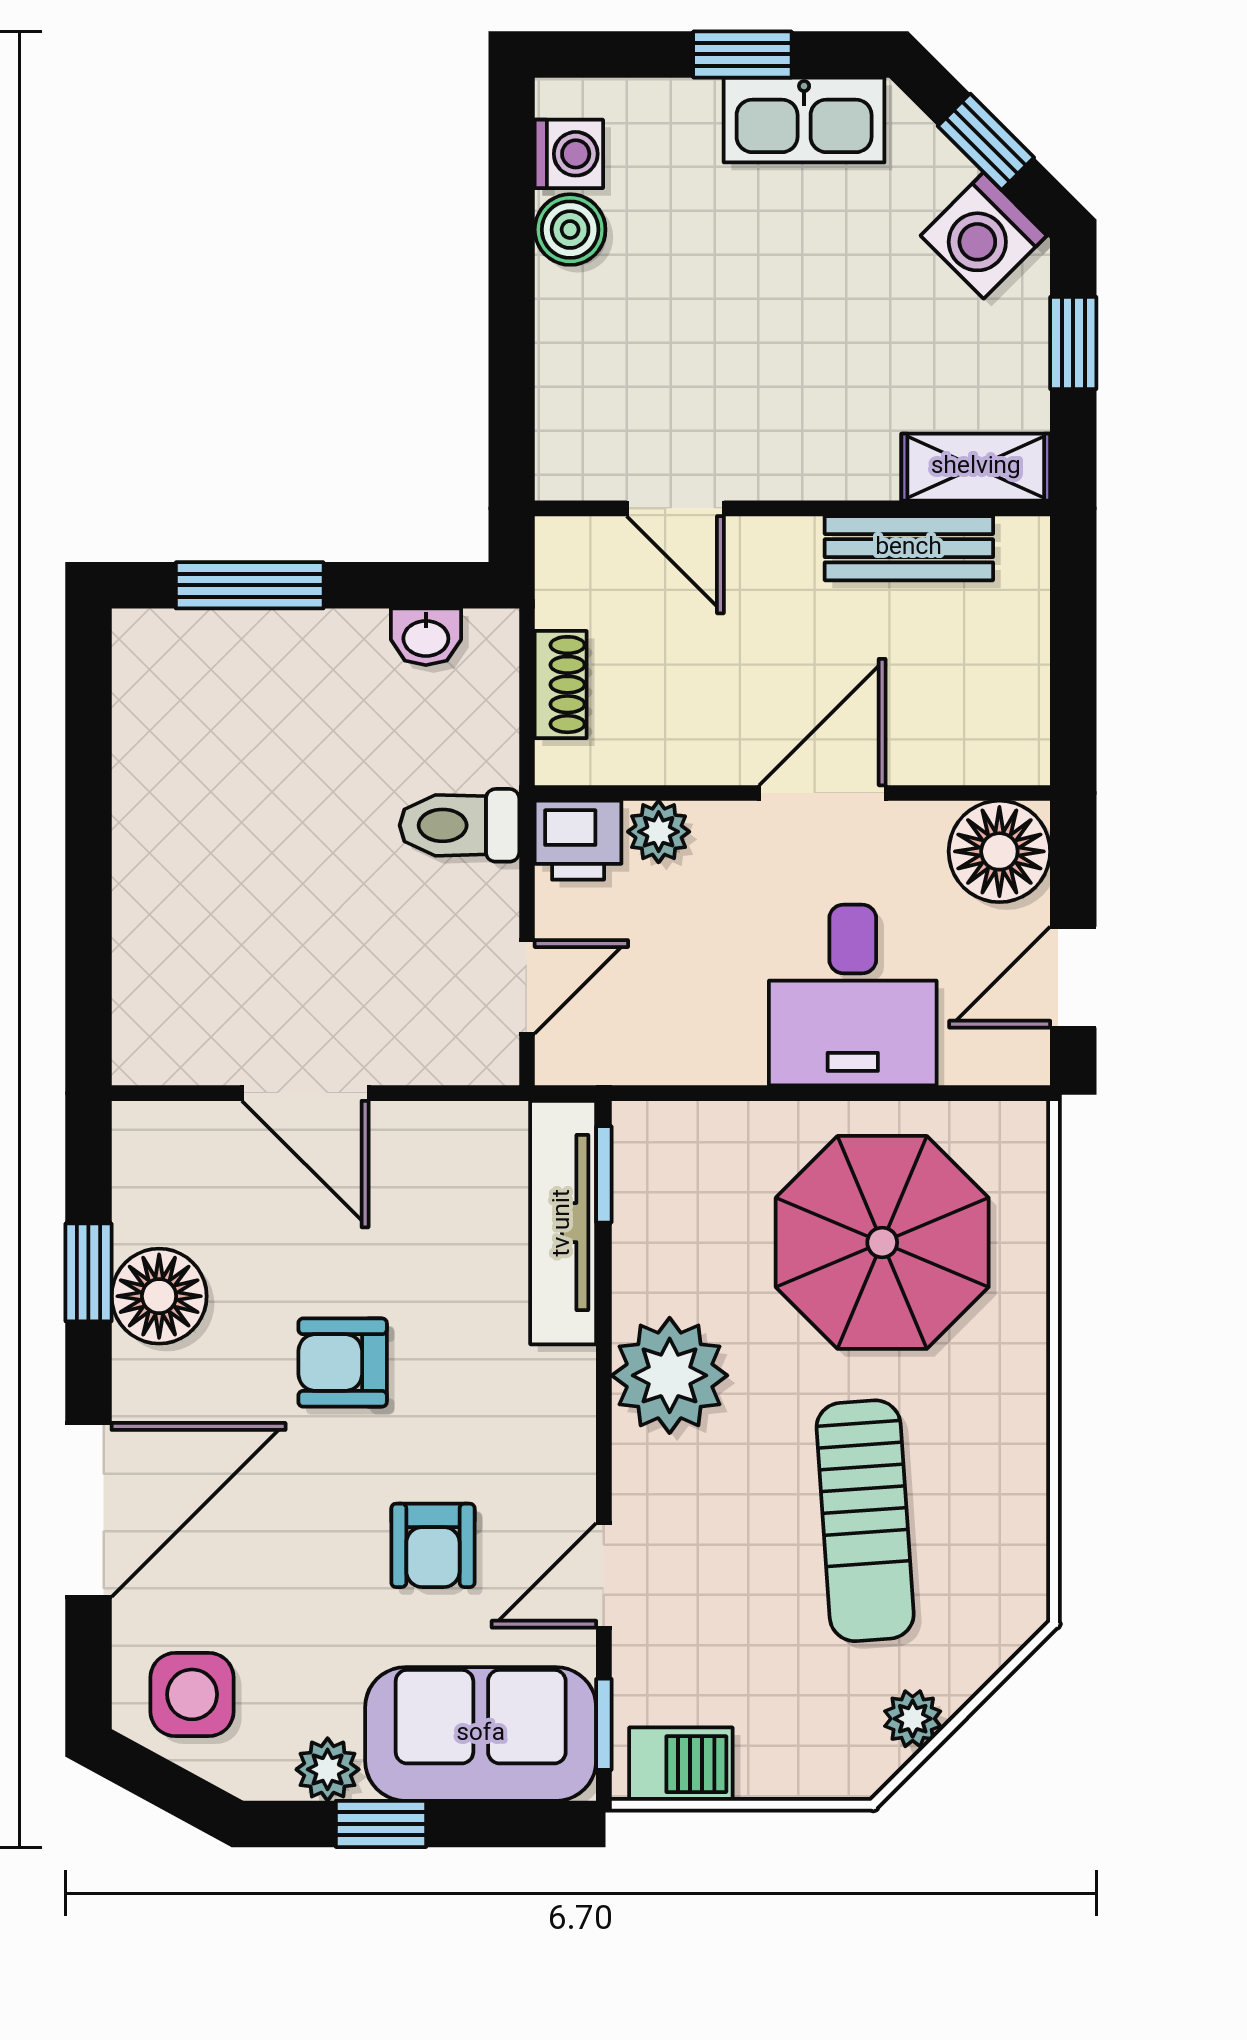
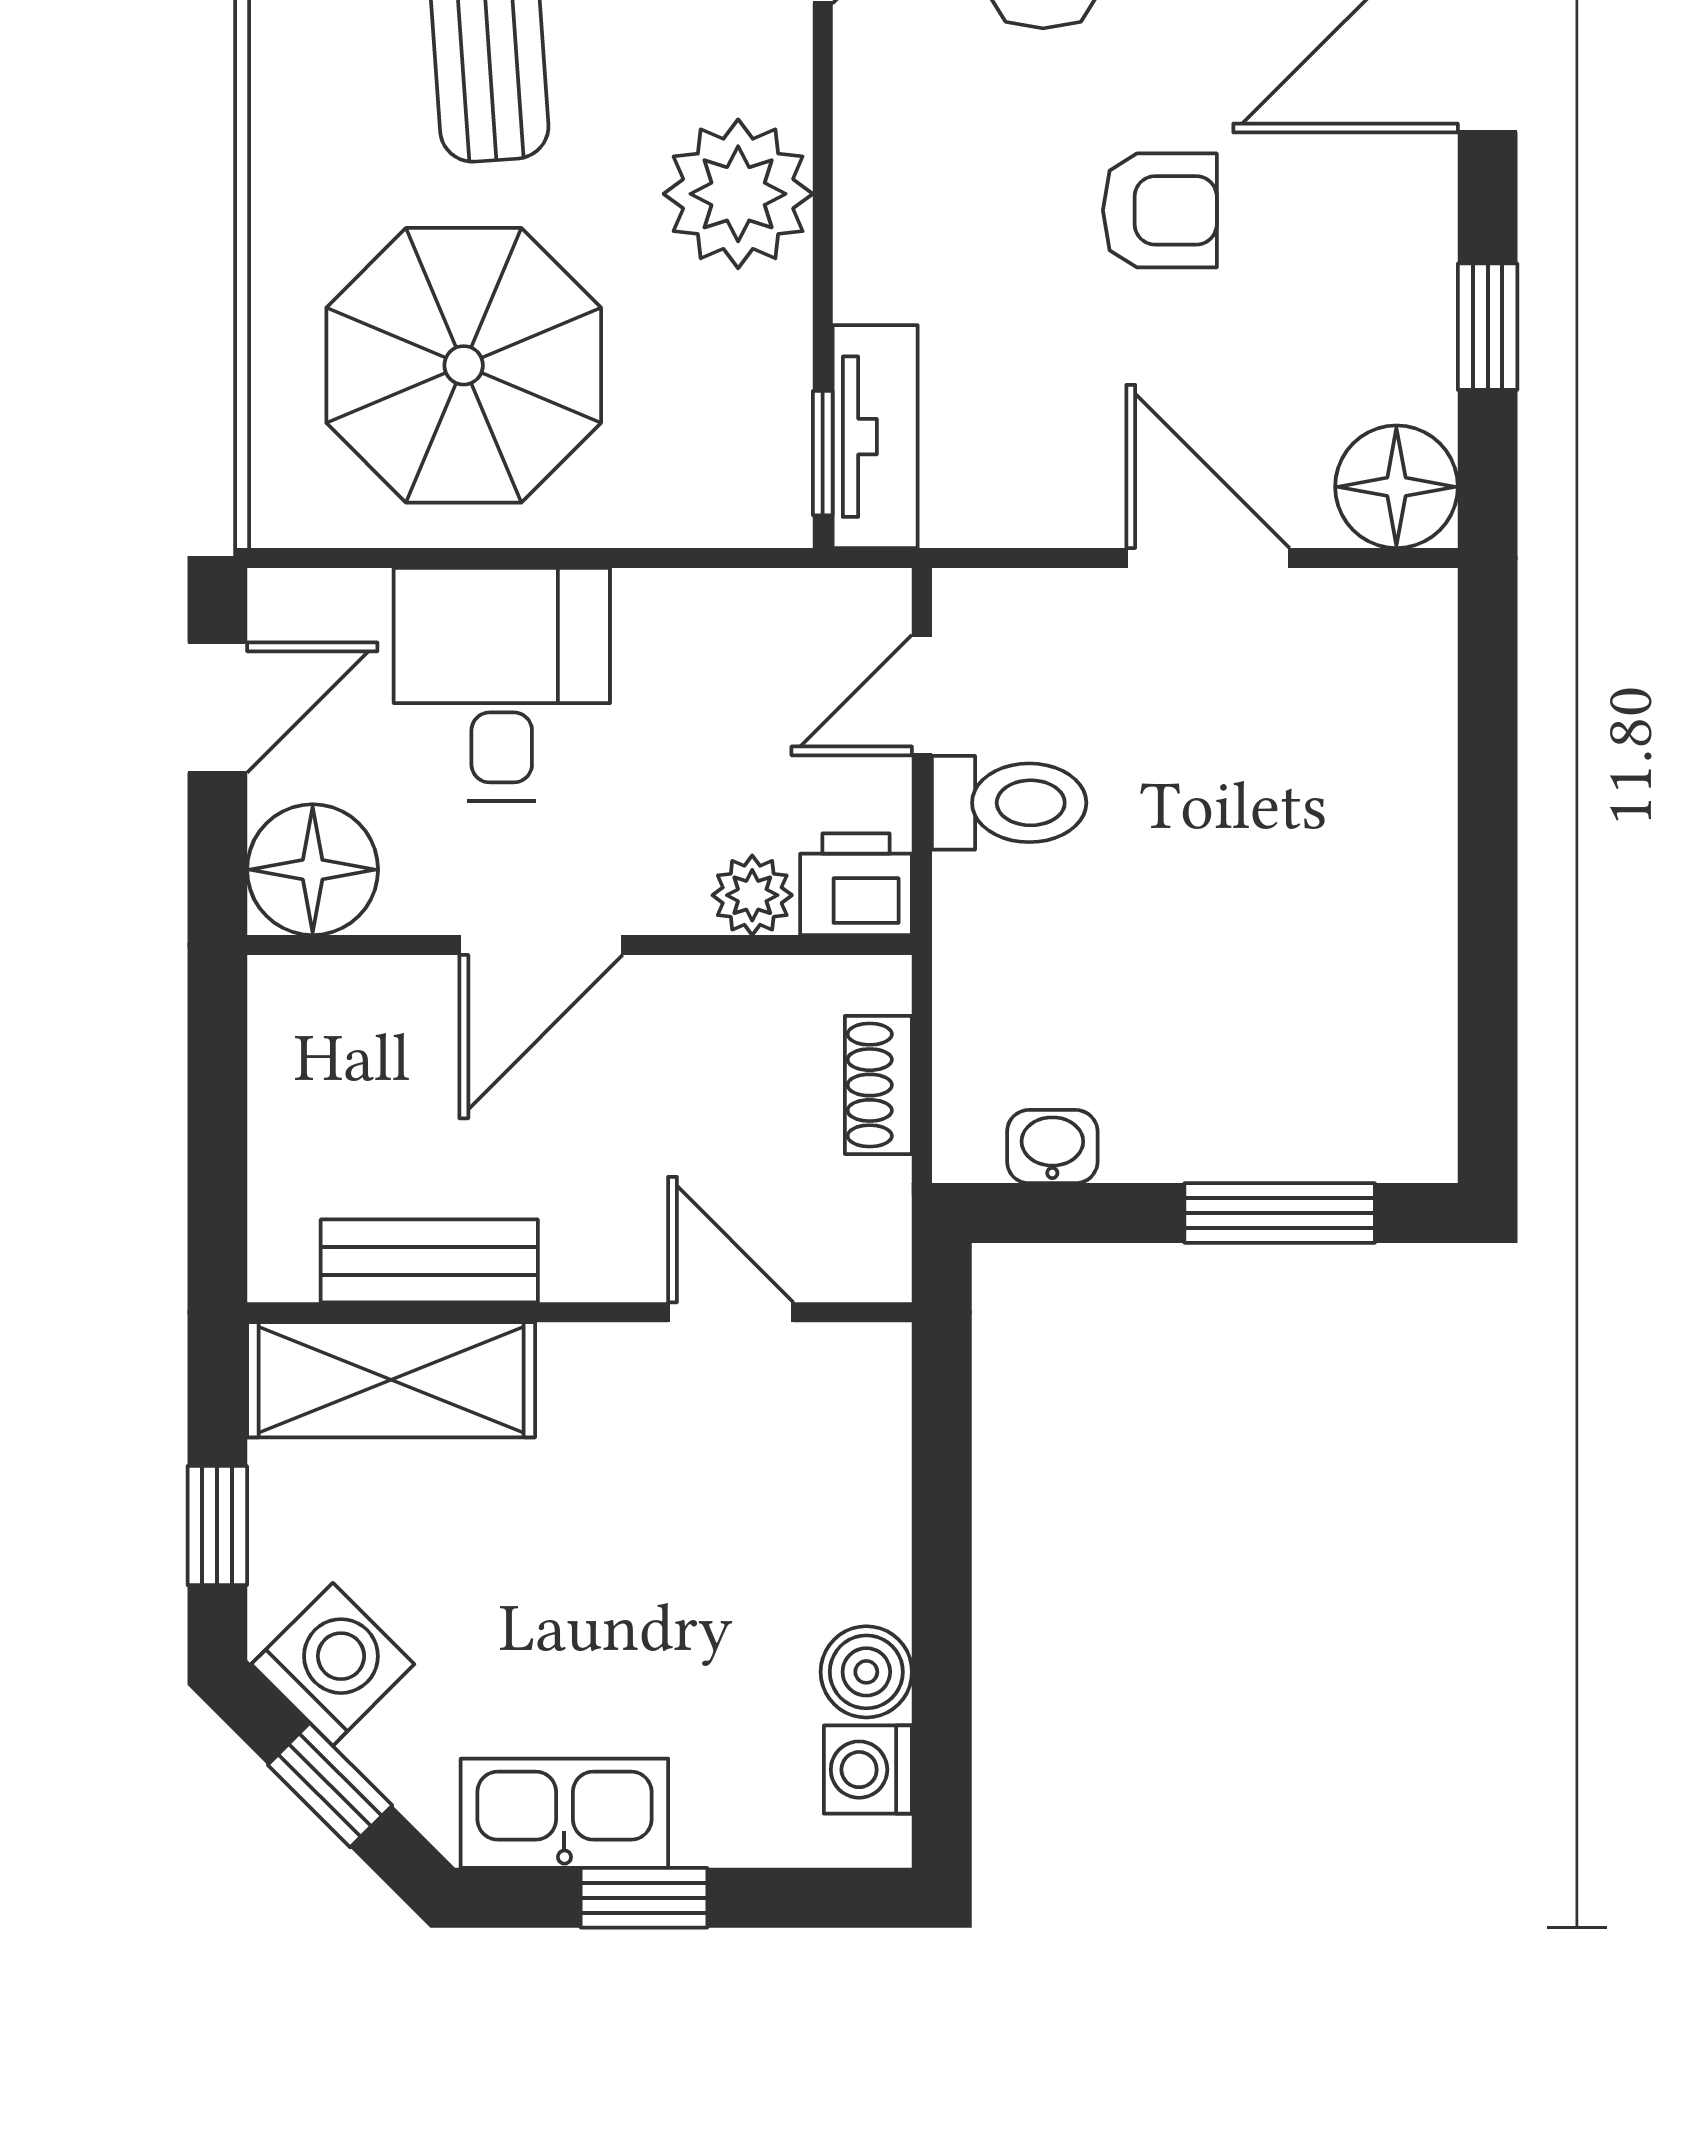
shelving: (976, 467) -> (391, 1380), width x1.50, depth x1.33
toilet: (459, 825) -> (1009, 803), moved
tv unit: (563, 1223) -> (875, 437), width x0.71
floor lamp: (159, 1296) -> (1396, 487), moved

